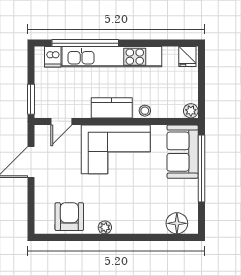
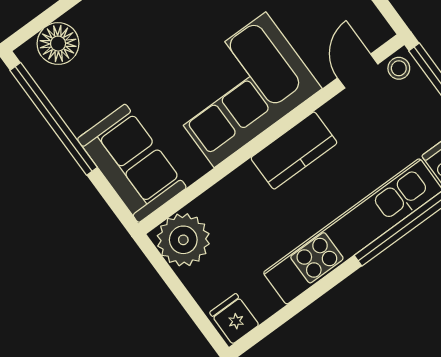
stool: (145, 111) -> (399, 68), moved
plant: (191, 111) -> (183, 240), width x1.87, depth x1.87
window: (201, 168) -> (54, 119), moved

